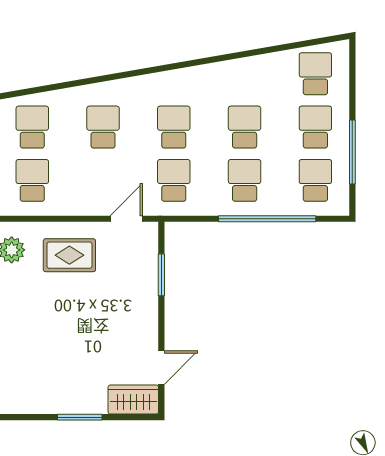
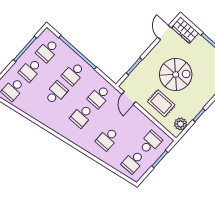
school desk: (245, 127) -> (56, 93), turned 180
school desk: (32, 180) -> (150, 142), turned 180
door: (126, 219) -> (129, 98), hinge flipped
spiral stairs: (87, 319) -> (176, 74), added
door: (161, 368) -> (164, 33), hinge flipped

